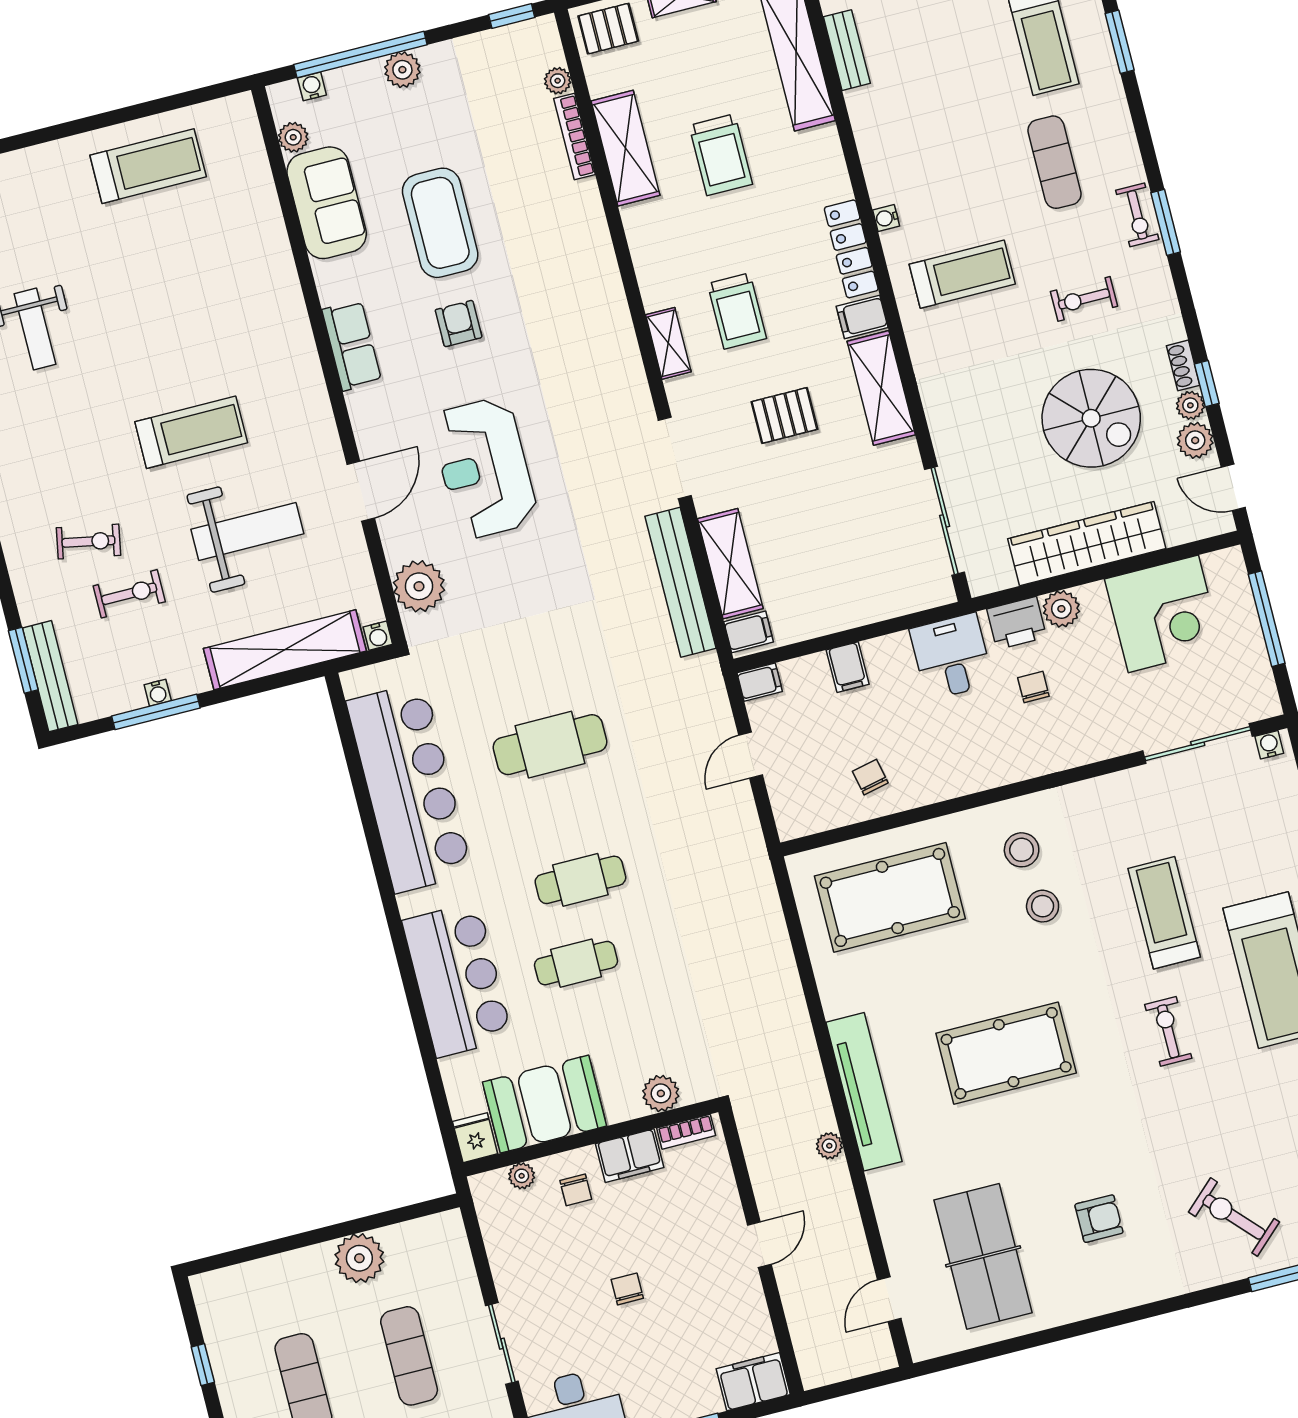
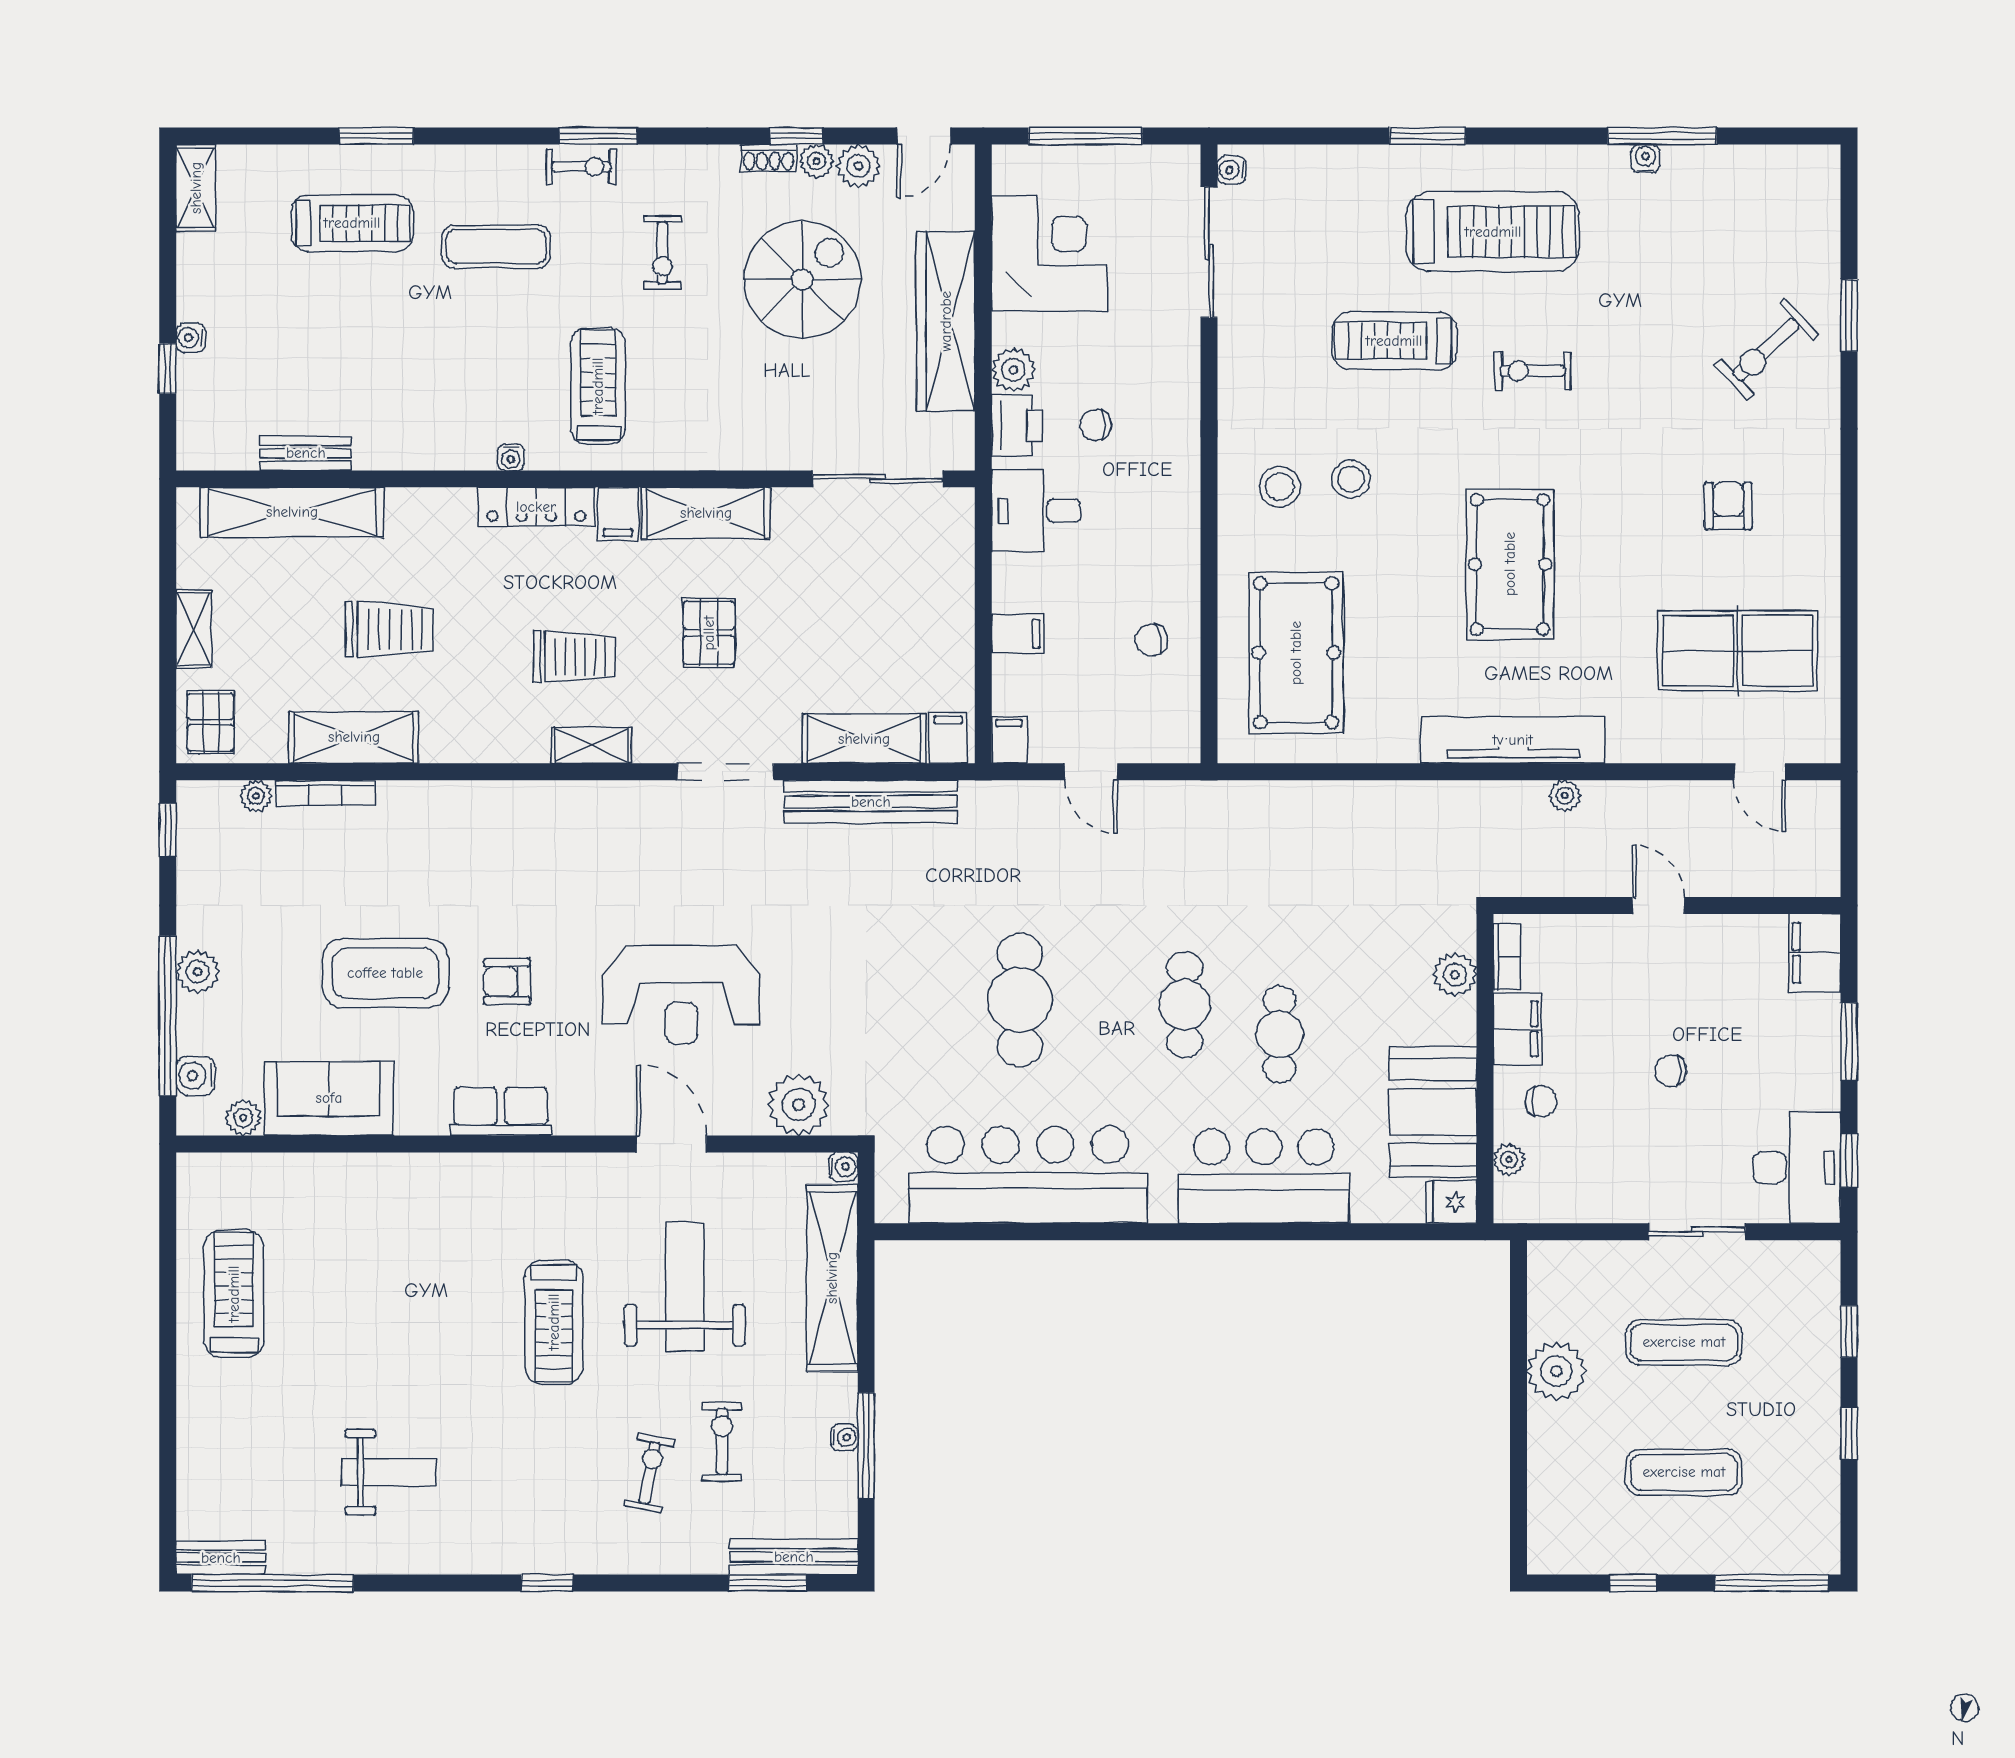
water cooler: (312, 86) -> (196, 1076), width x1.38, depth x1.38
treadmill: (191, 432) -> (554, 1322), turned 180

